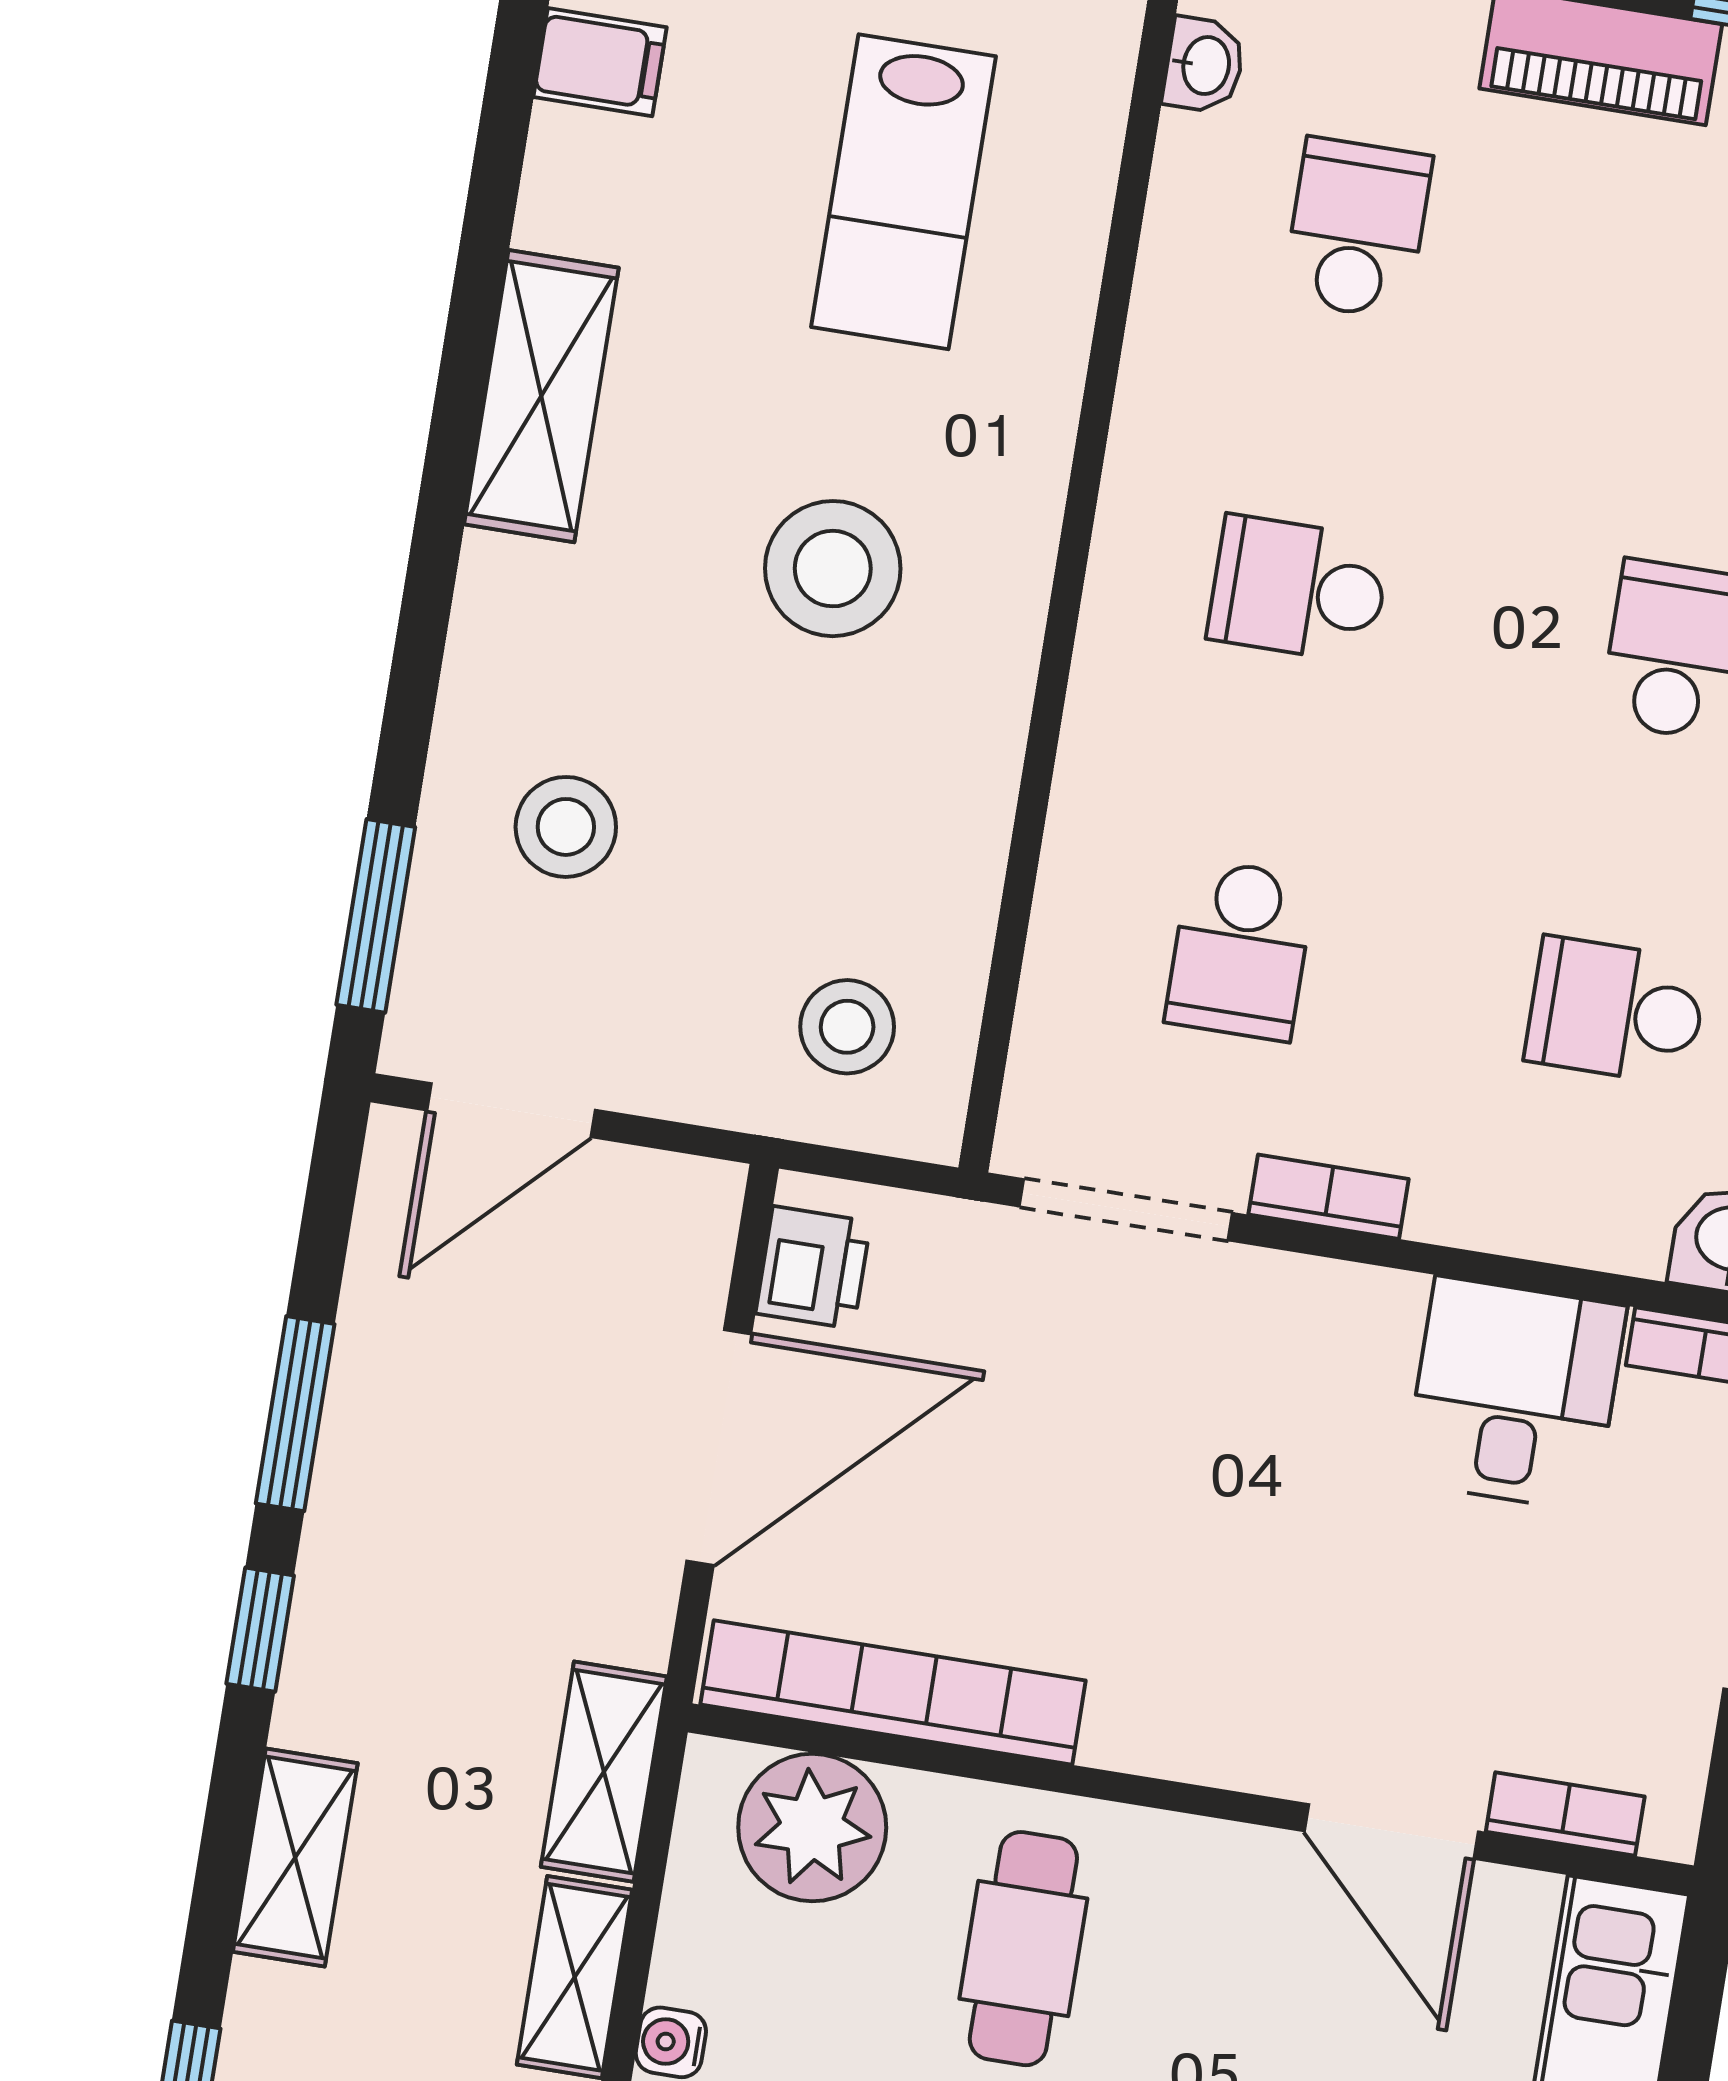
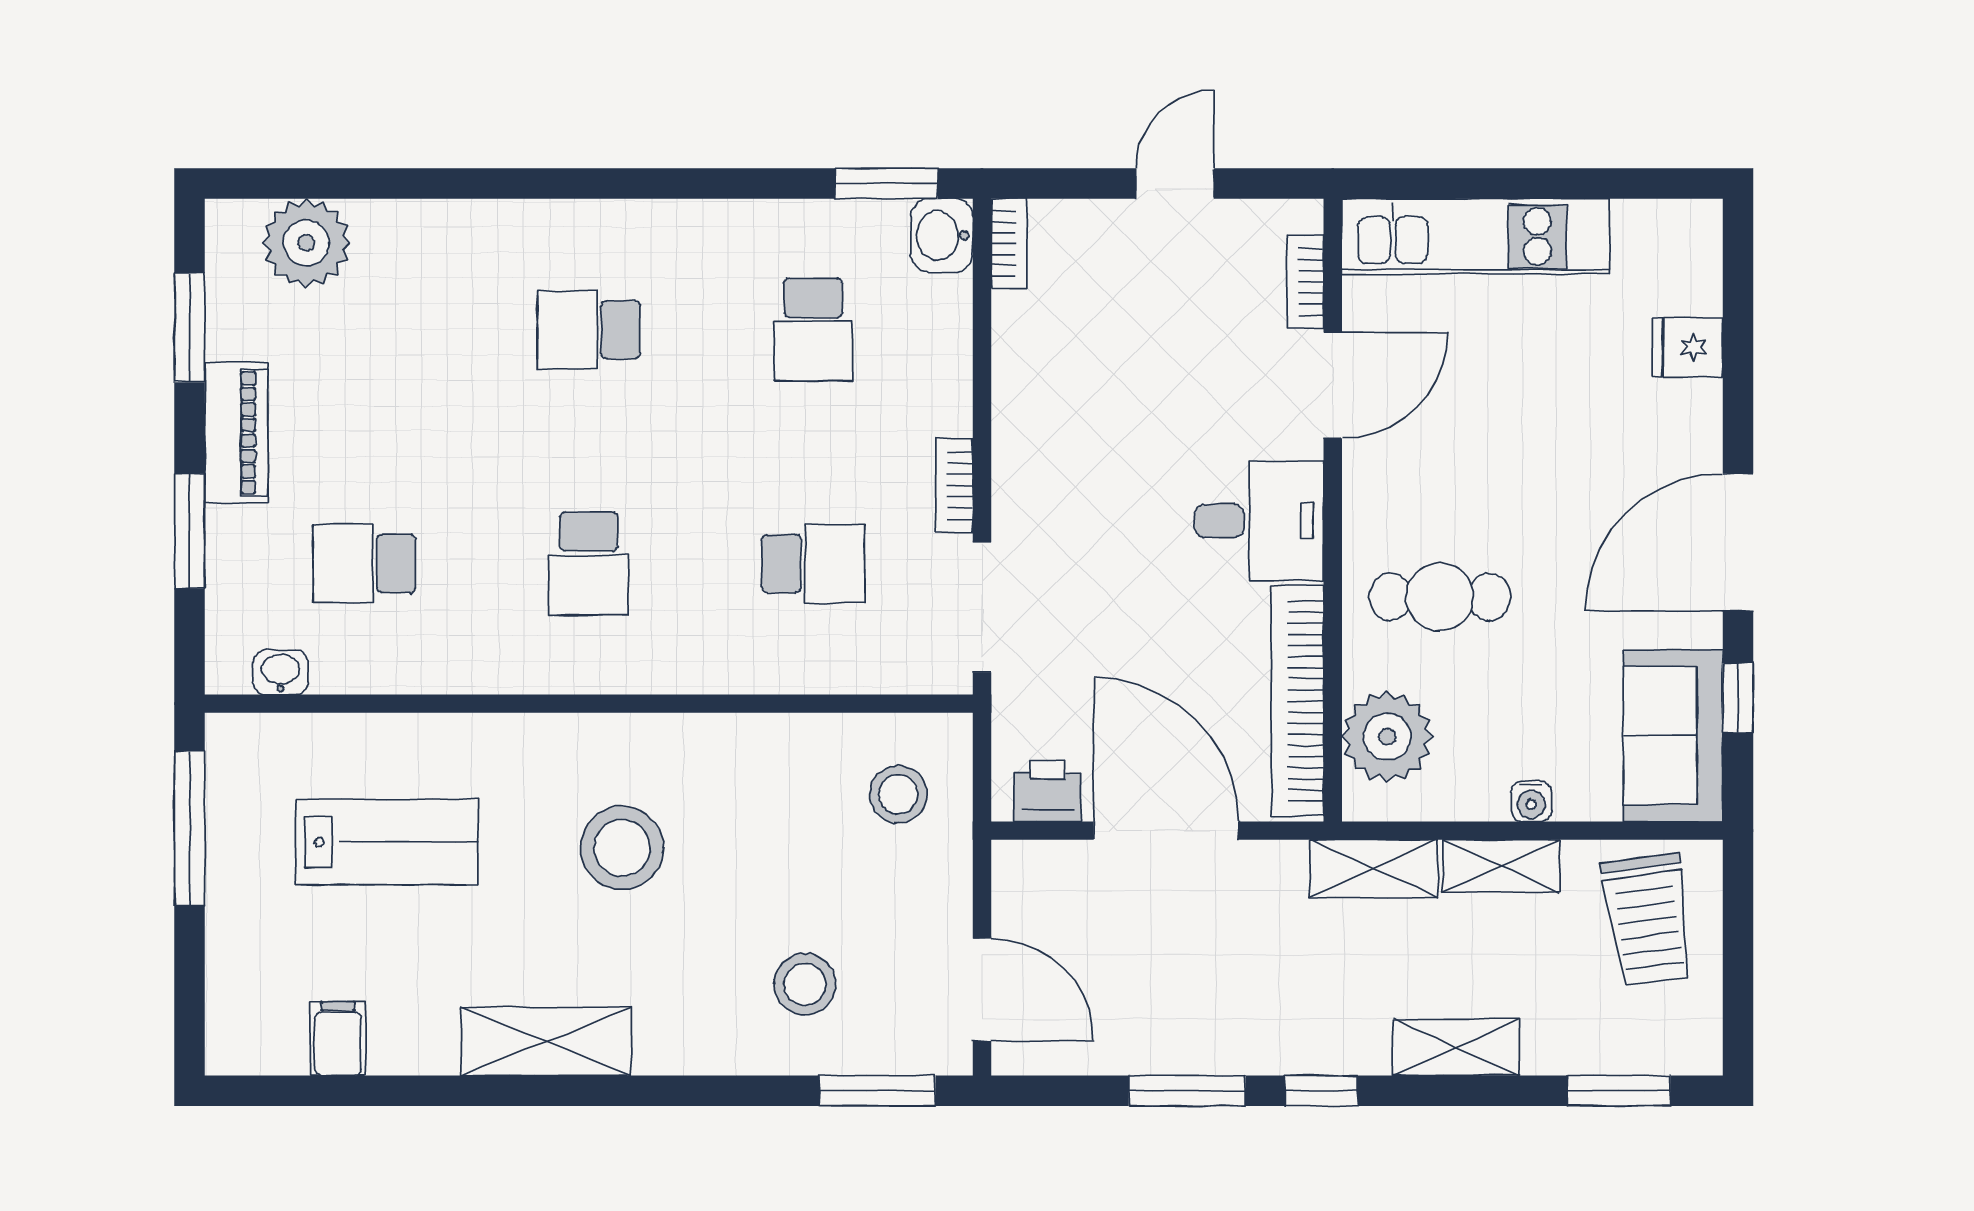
desk: (1515, 1394) -> (1259, 521), moved, turned 180

